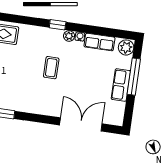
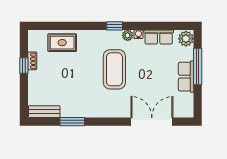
coffee table: (51, 68) -> (114, 69), width x1.86, depth x1.72

